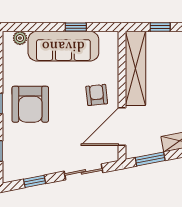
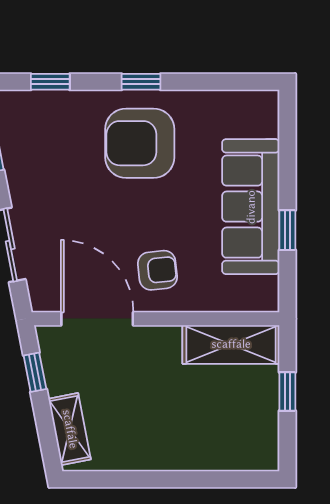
plant: (20, 38) -> (266, 123), removed
shelving: (135, 68) -> (231, 344), width x0.68
window: (150, 159) -> (35, 372), width x0.67

